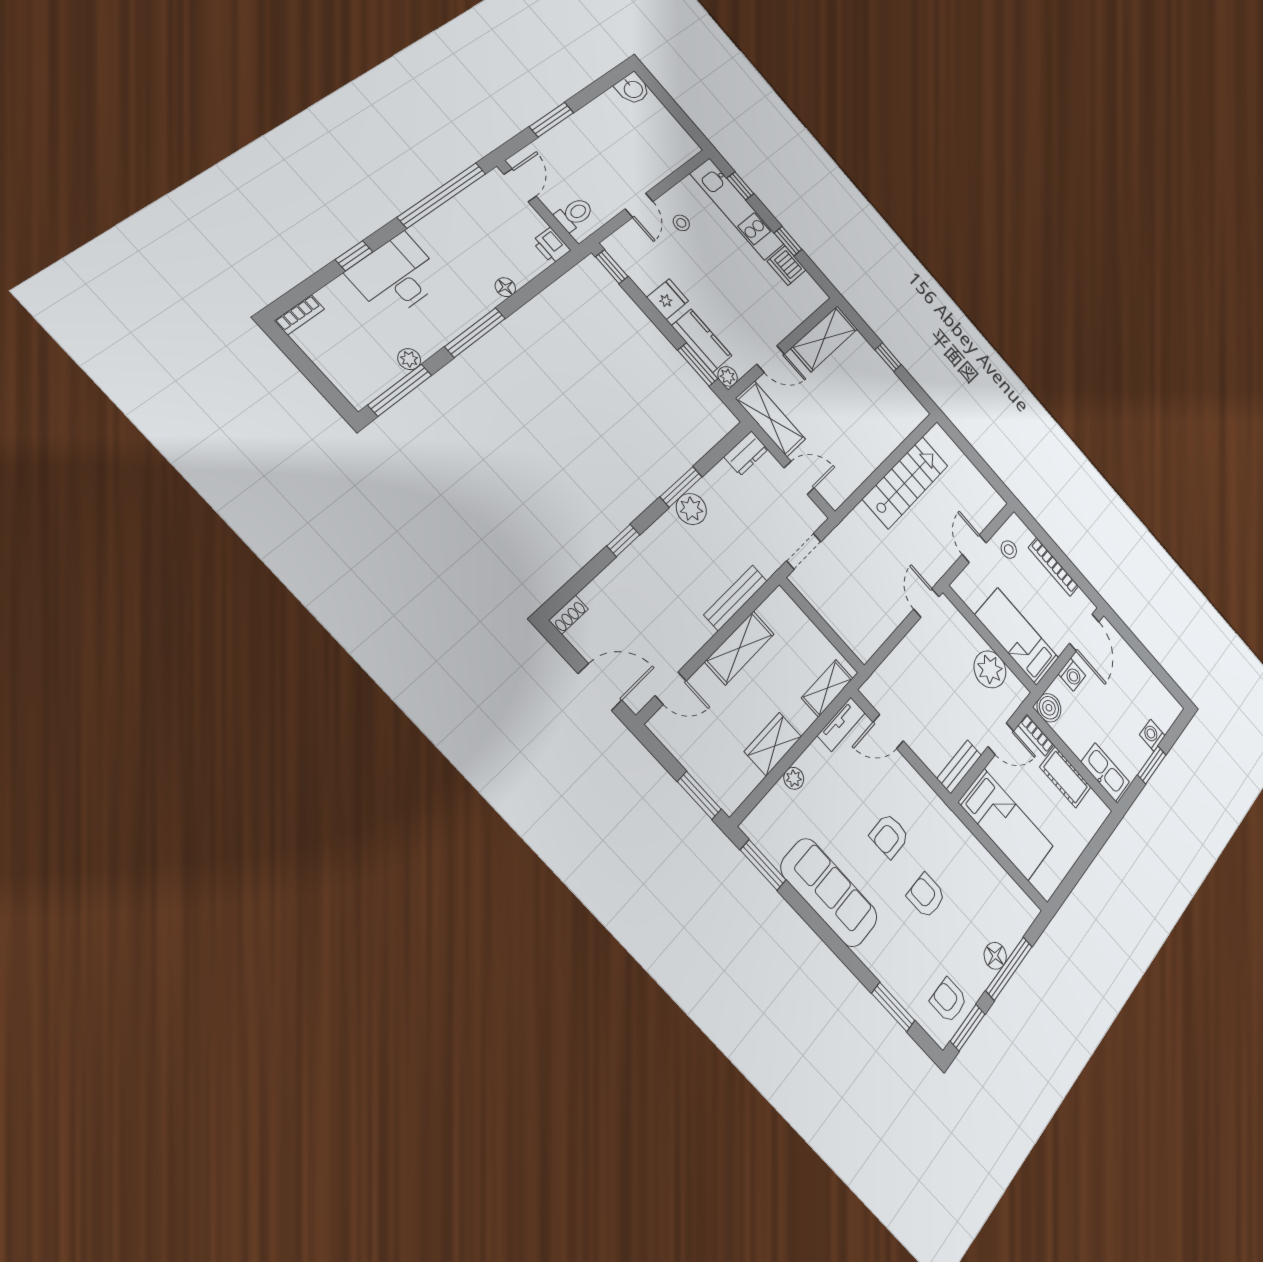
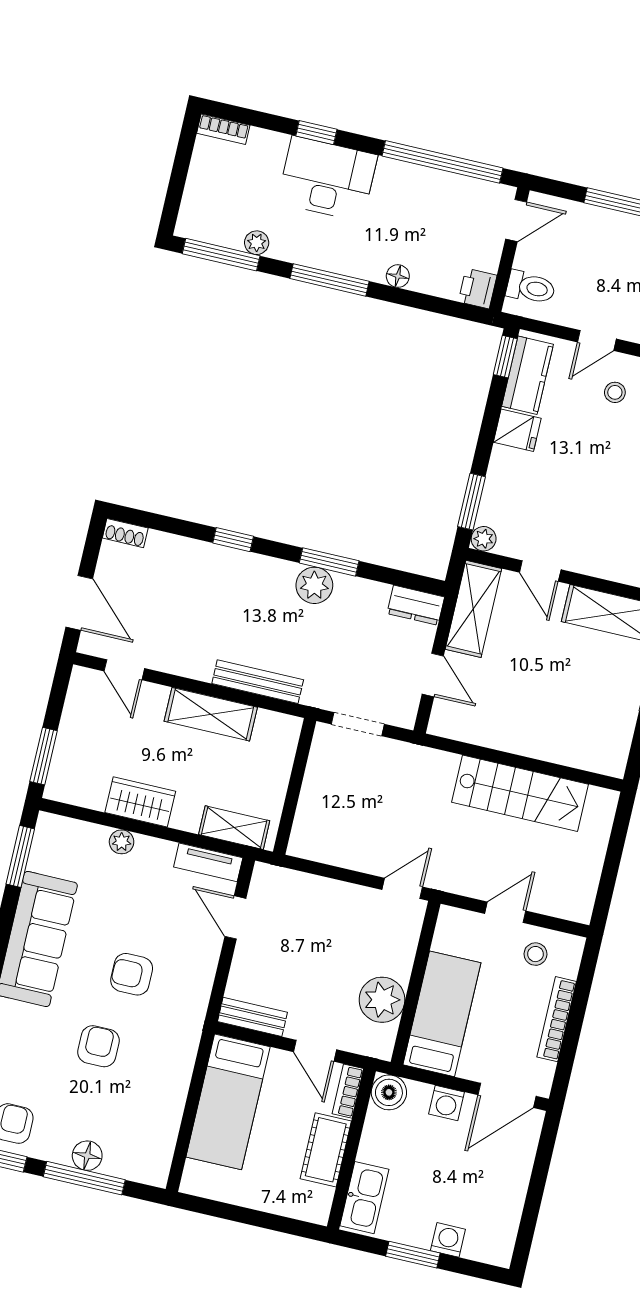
kitchen counter: (702, 341) -> (528, 375), moved

